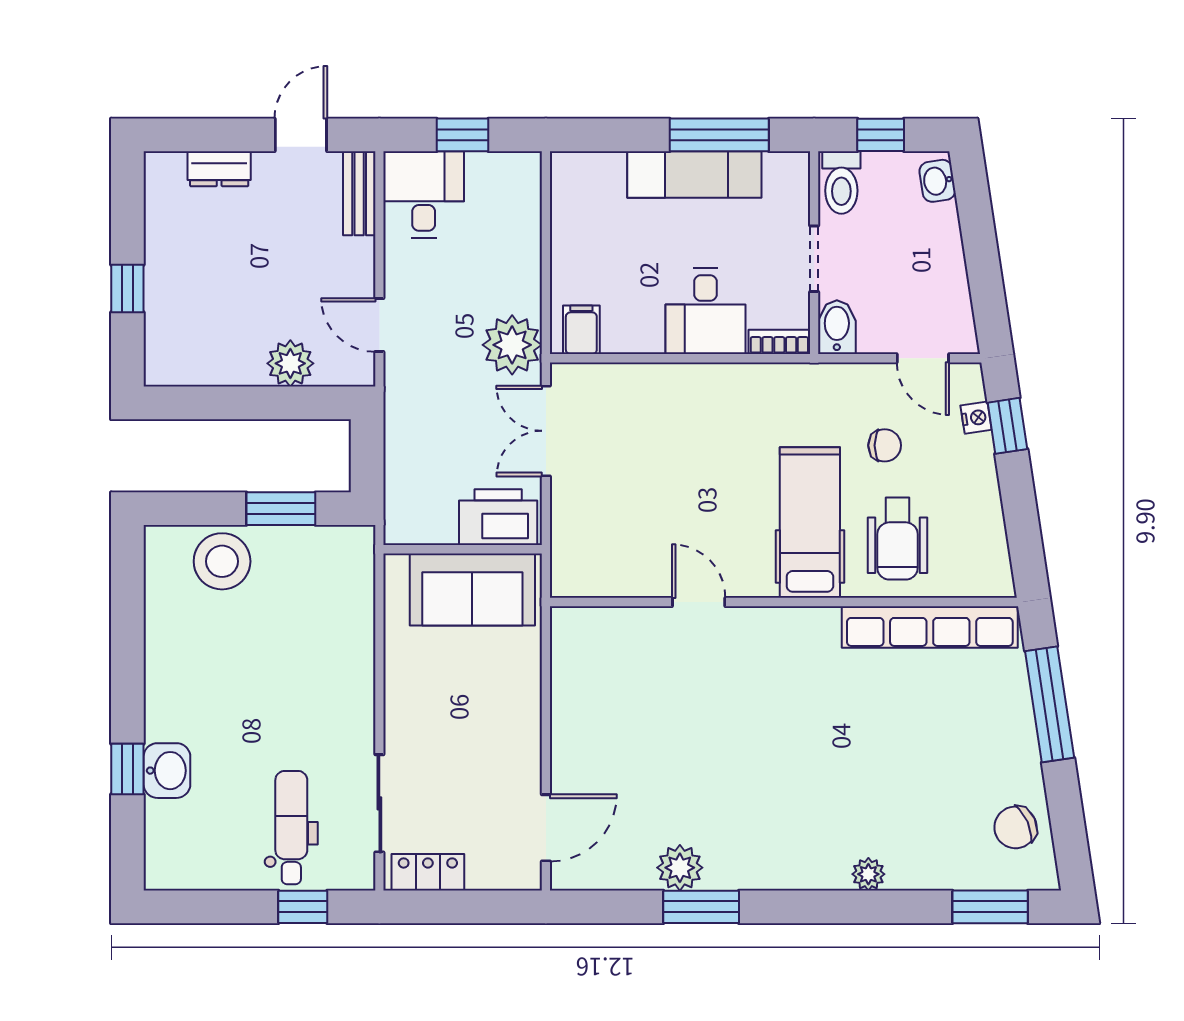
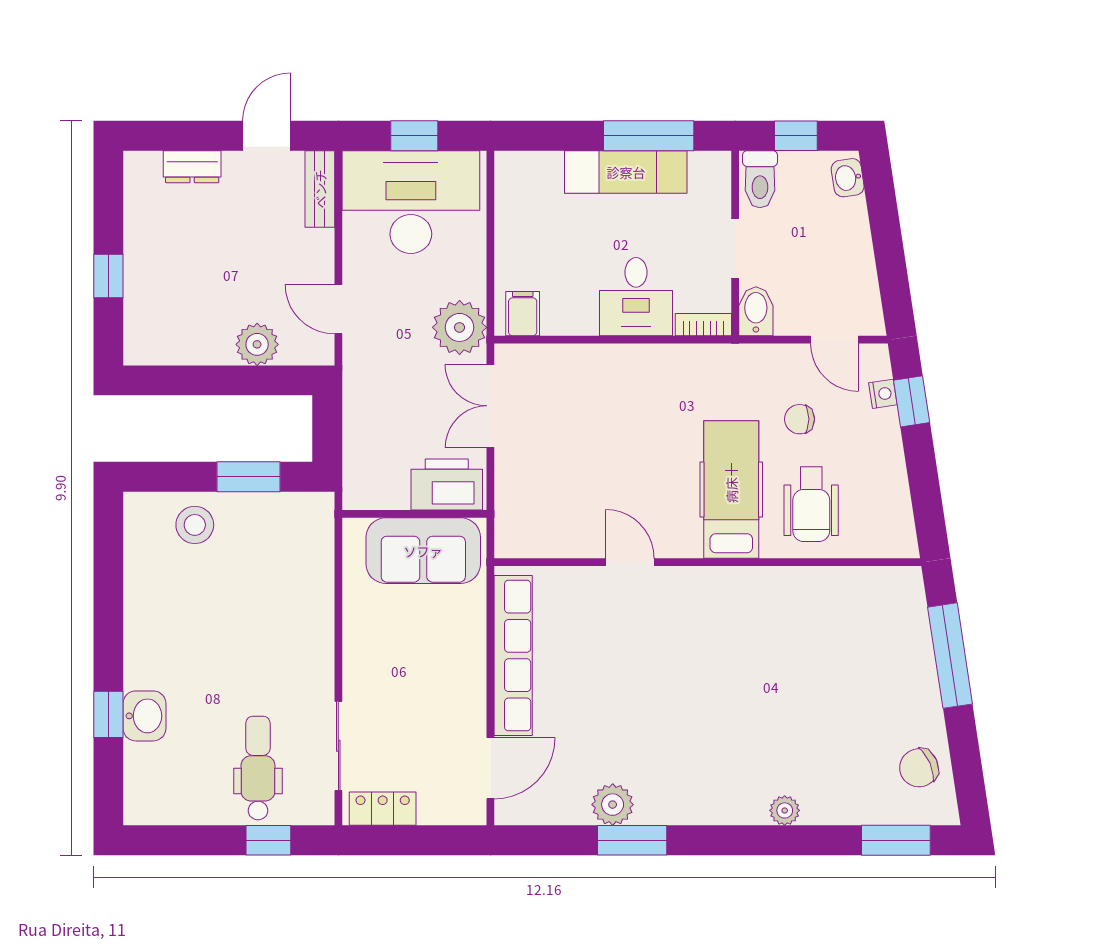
desk: (424, 194) -> (411, 202), width x1.87, depth x1.30
chair: (885, 445) -> (800, 419), turned 180
stool: (222, 561) -> (195, 525), width x0.73, depth x0.73
row of seats: (930, 627) -> (513, 656), moved, turned -90

